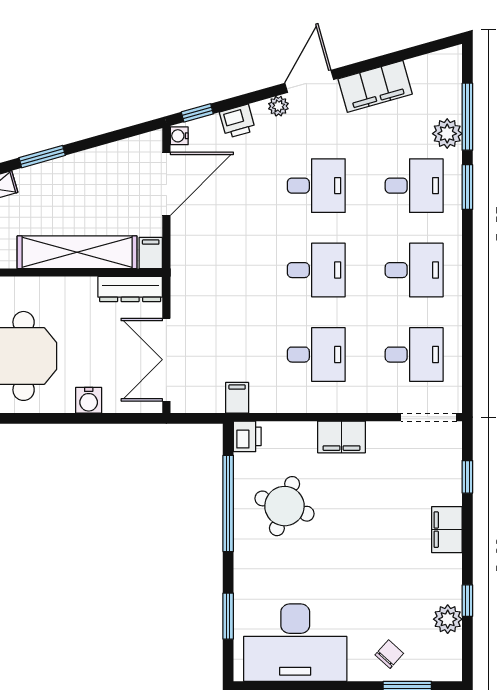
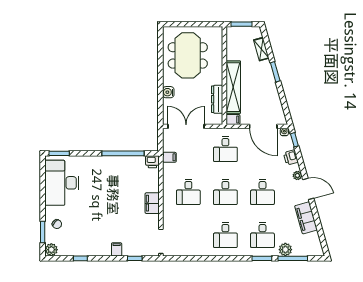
dresser: (130, 289) -> (217, 99), moved
desk: (414, 355) -> (225, 149), moved
round table: (285, 506) -> (122, 178), removed
filing cabinet: (447, 530) -> (117, 249), width x0.50
window: (228, 616) -> (59, 153), moved
plant: (448, 619) -> (51, 250), moved

